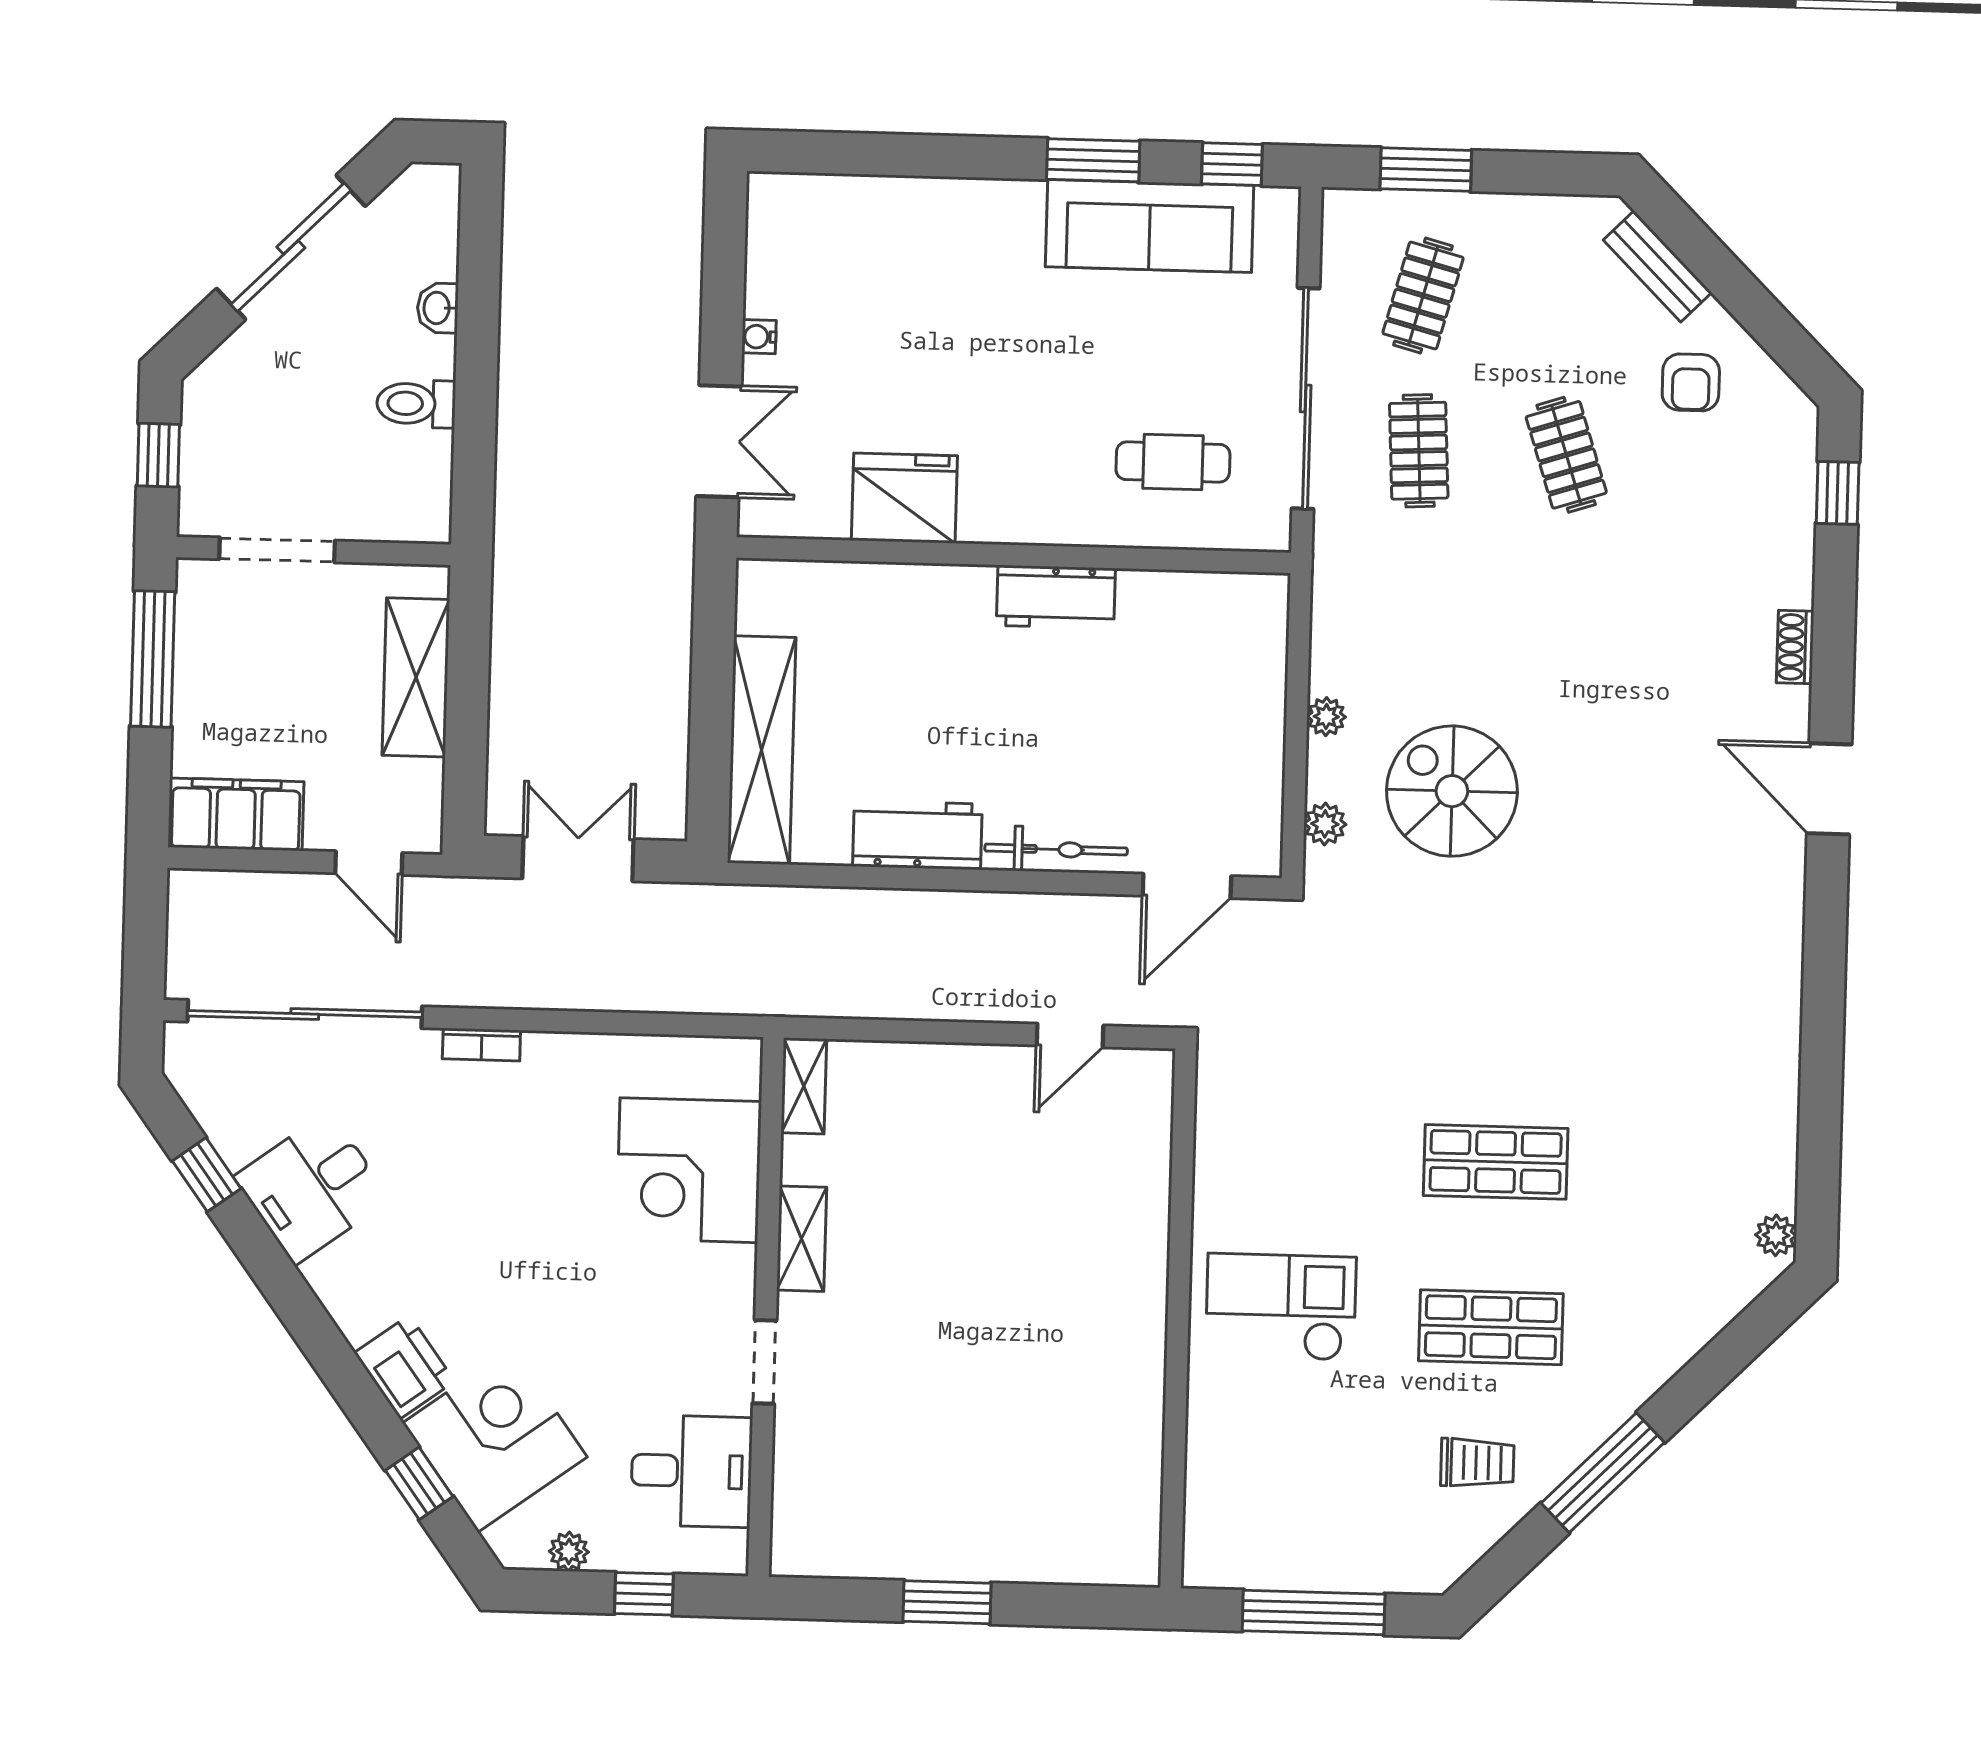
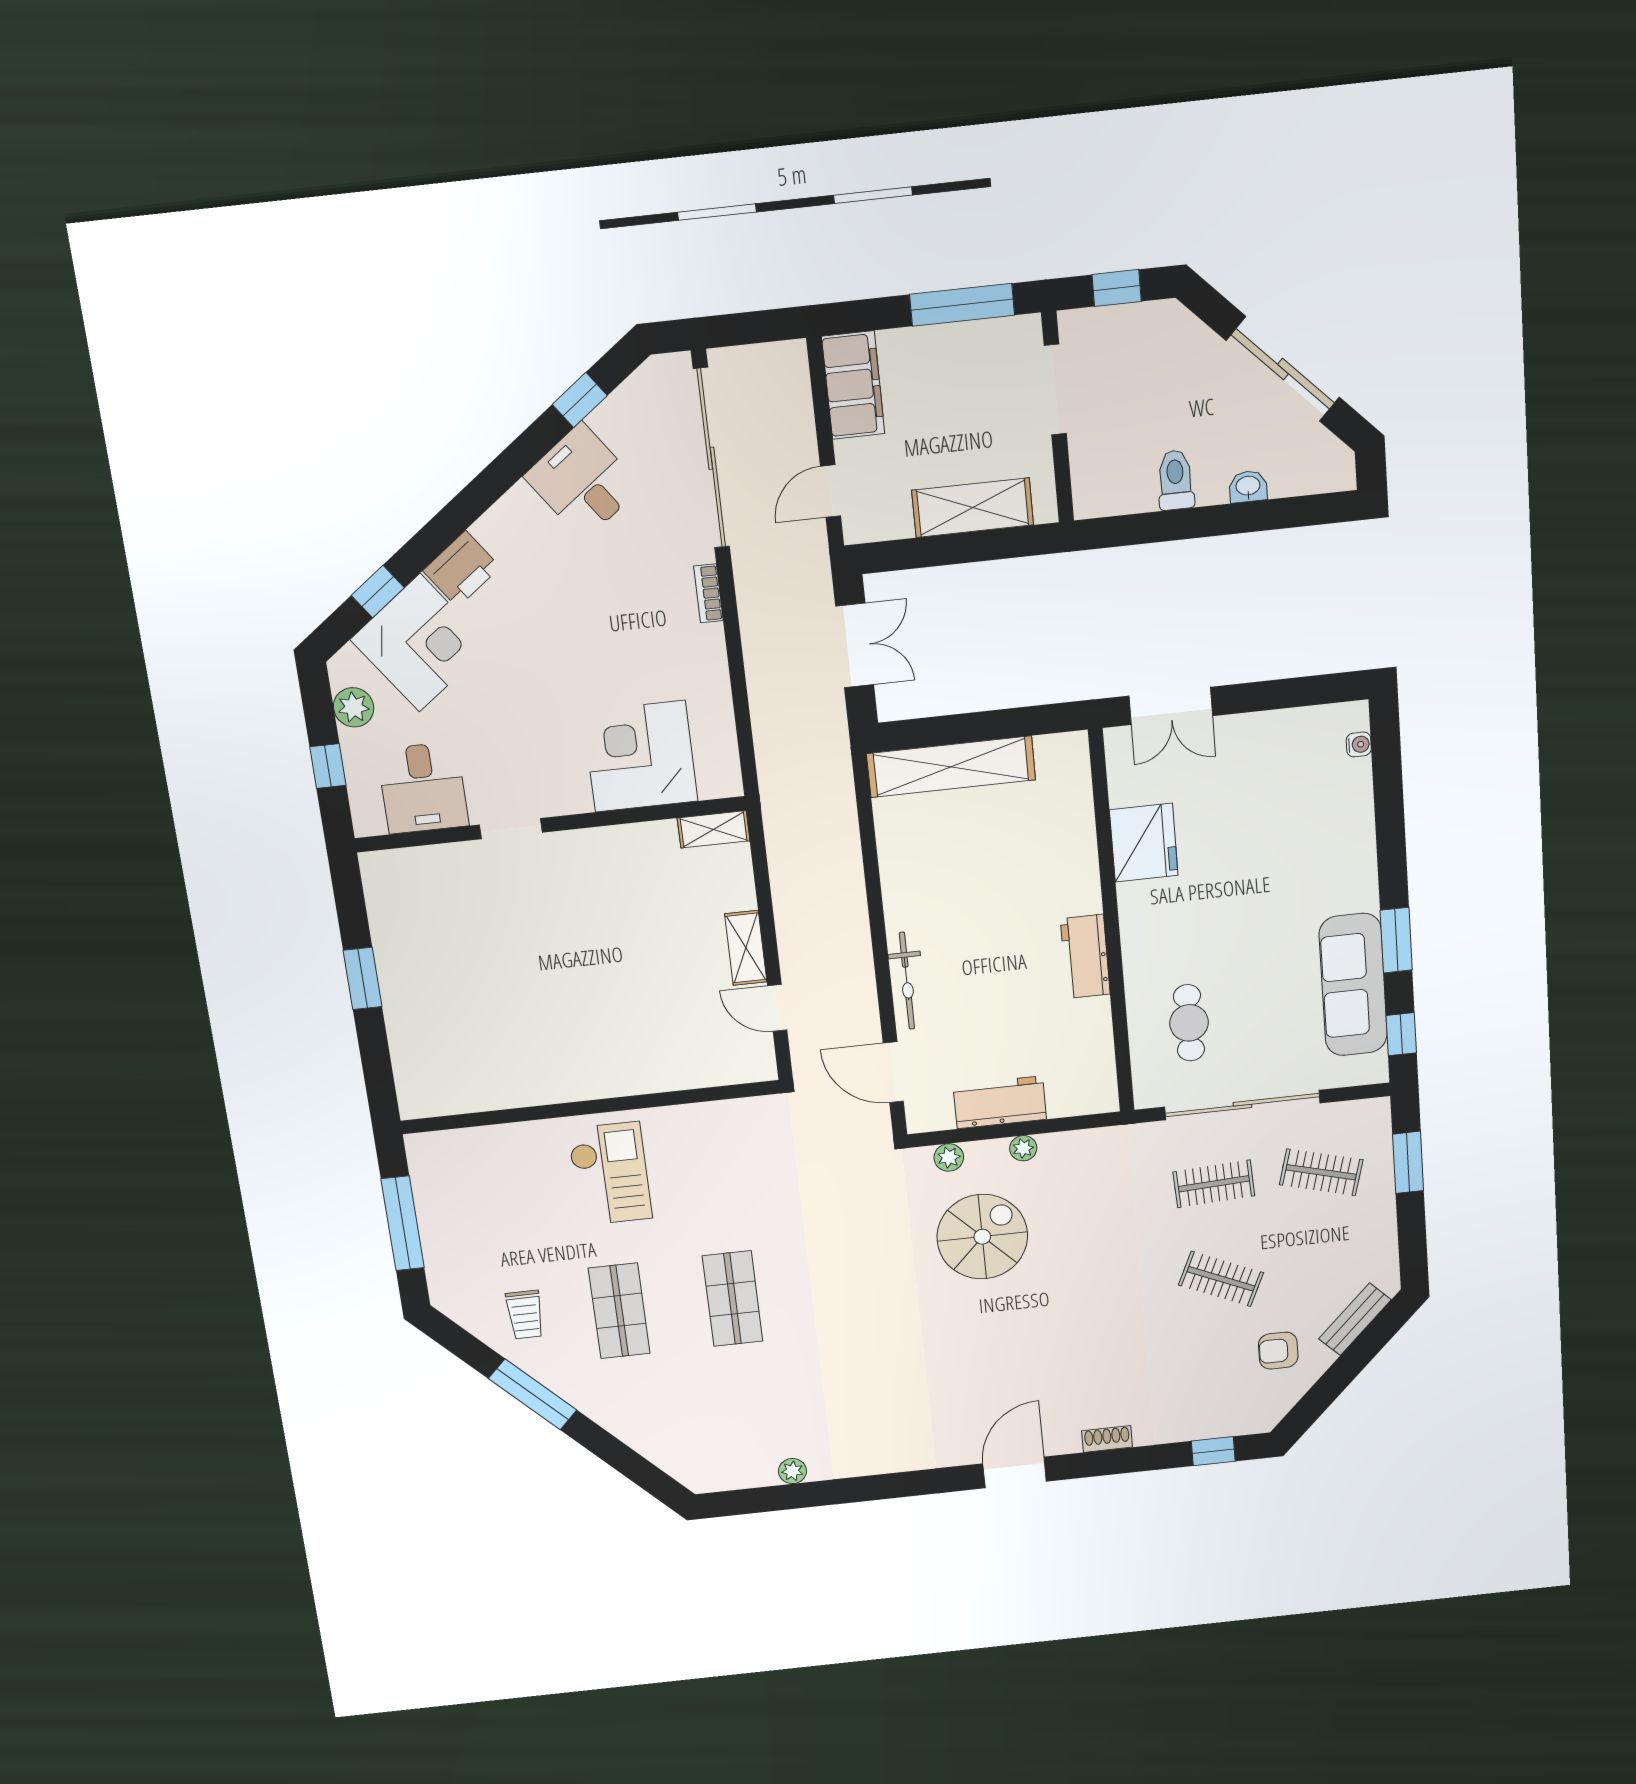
water cooler: (759, 337) -> (1359, 744), moved, turned 90
clothes rail: (1566, 455) -> (1221, 1279), turned 42
workbench: (917, 835) -> (1000, 1102), moved, turned -90
plant: (1776, 1235) -> (792, 1471), moved
shelving: (802, 1239) -> (746, 948), moved, turned 90
plant: (569, 1552) -> (354, 707), width x1.38, depth x1.38

